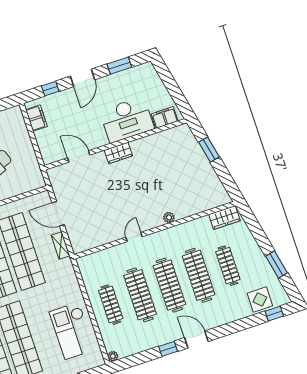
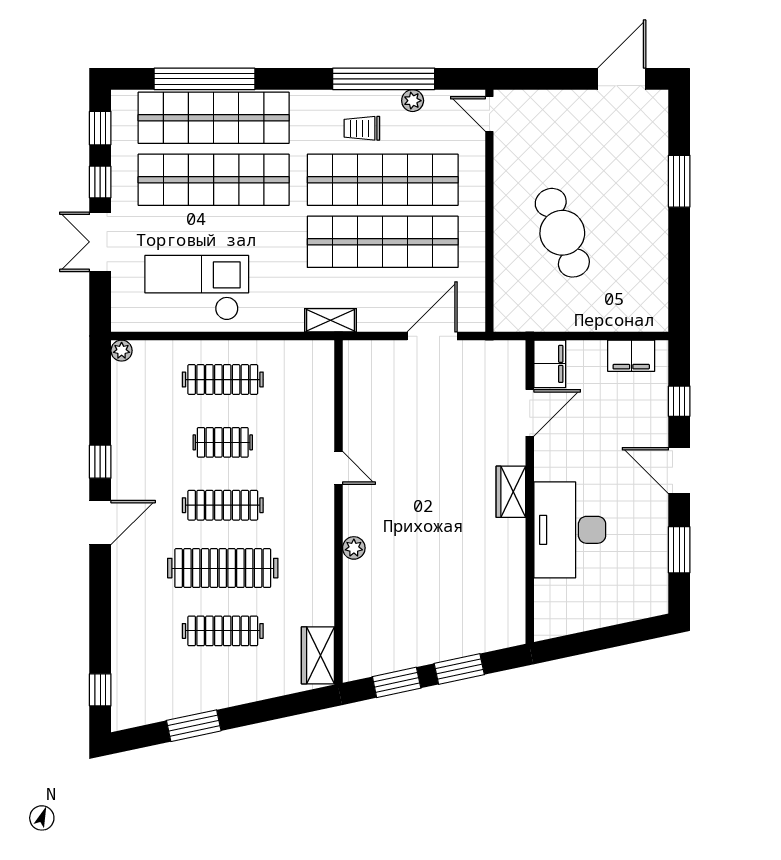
filing cabinet: (165, 118) -> (550, 364), moved
window: (225, 177) -> (397, 682), added
shelving: (60, 245) -> (331, 320), moved
clothes rail: (169, 285) -> (223, 505), width x0.73, depth x0.76
clothes rail: (140, 295) -> (223, 442), width x0.54, depth x0.76
display table: (260, 299) -> (137, 671), removed

